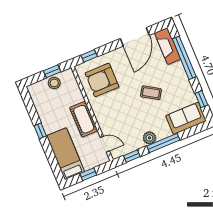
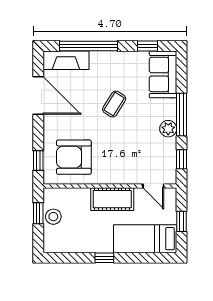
armchair: (102, 80) -> (74, 157), turned 90
door: (105, 144) -> (153, 186), swing flipped

